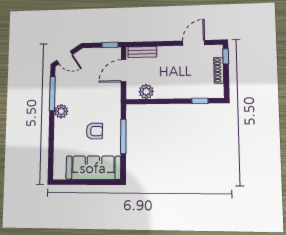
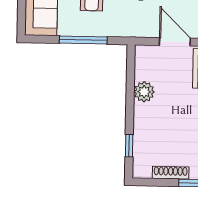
plant: (146, 92) -> (144, 92), moved

